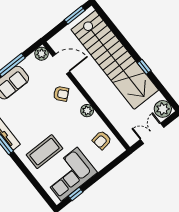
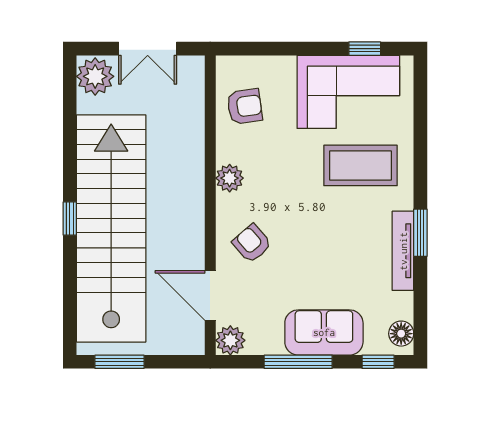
window: (144, 67) -> (70, 219), moved

